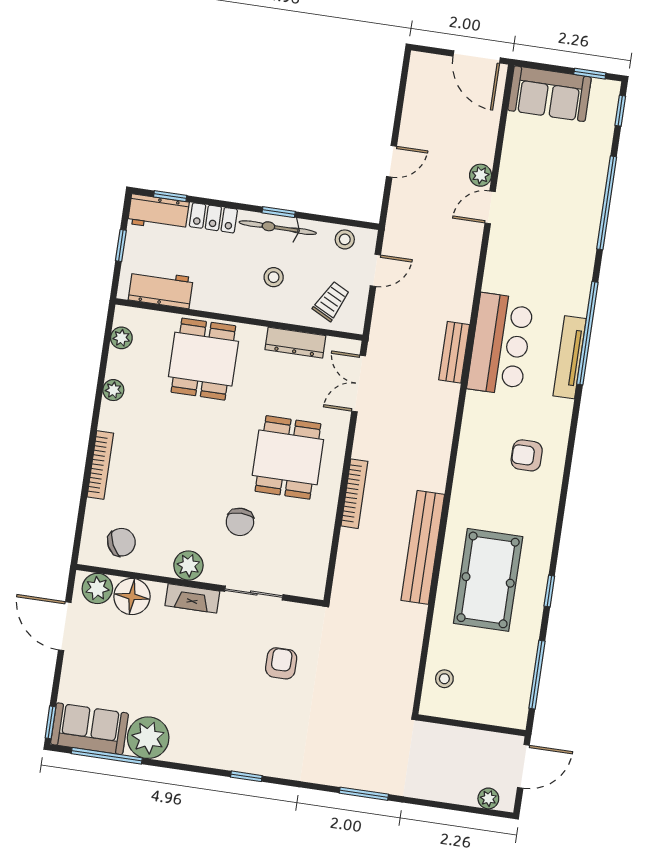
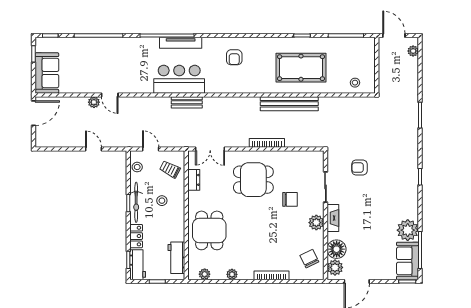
dresser: (295, 343) -> (194, 180), width x0.70
dining table: (203, 359) -> (209, 230), turned 90

